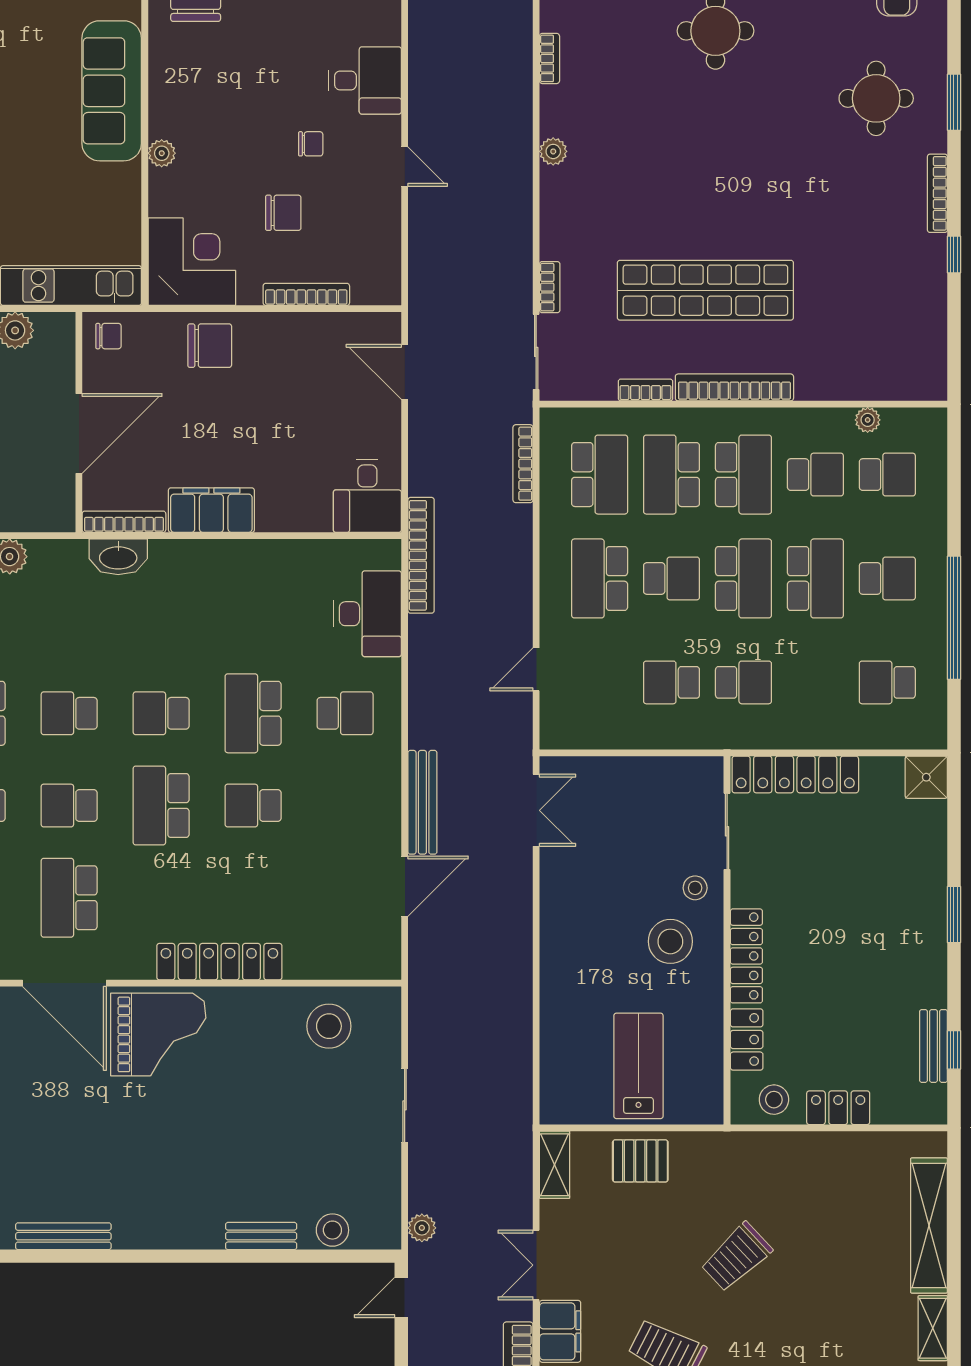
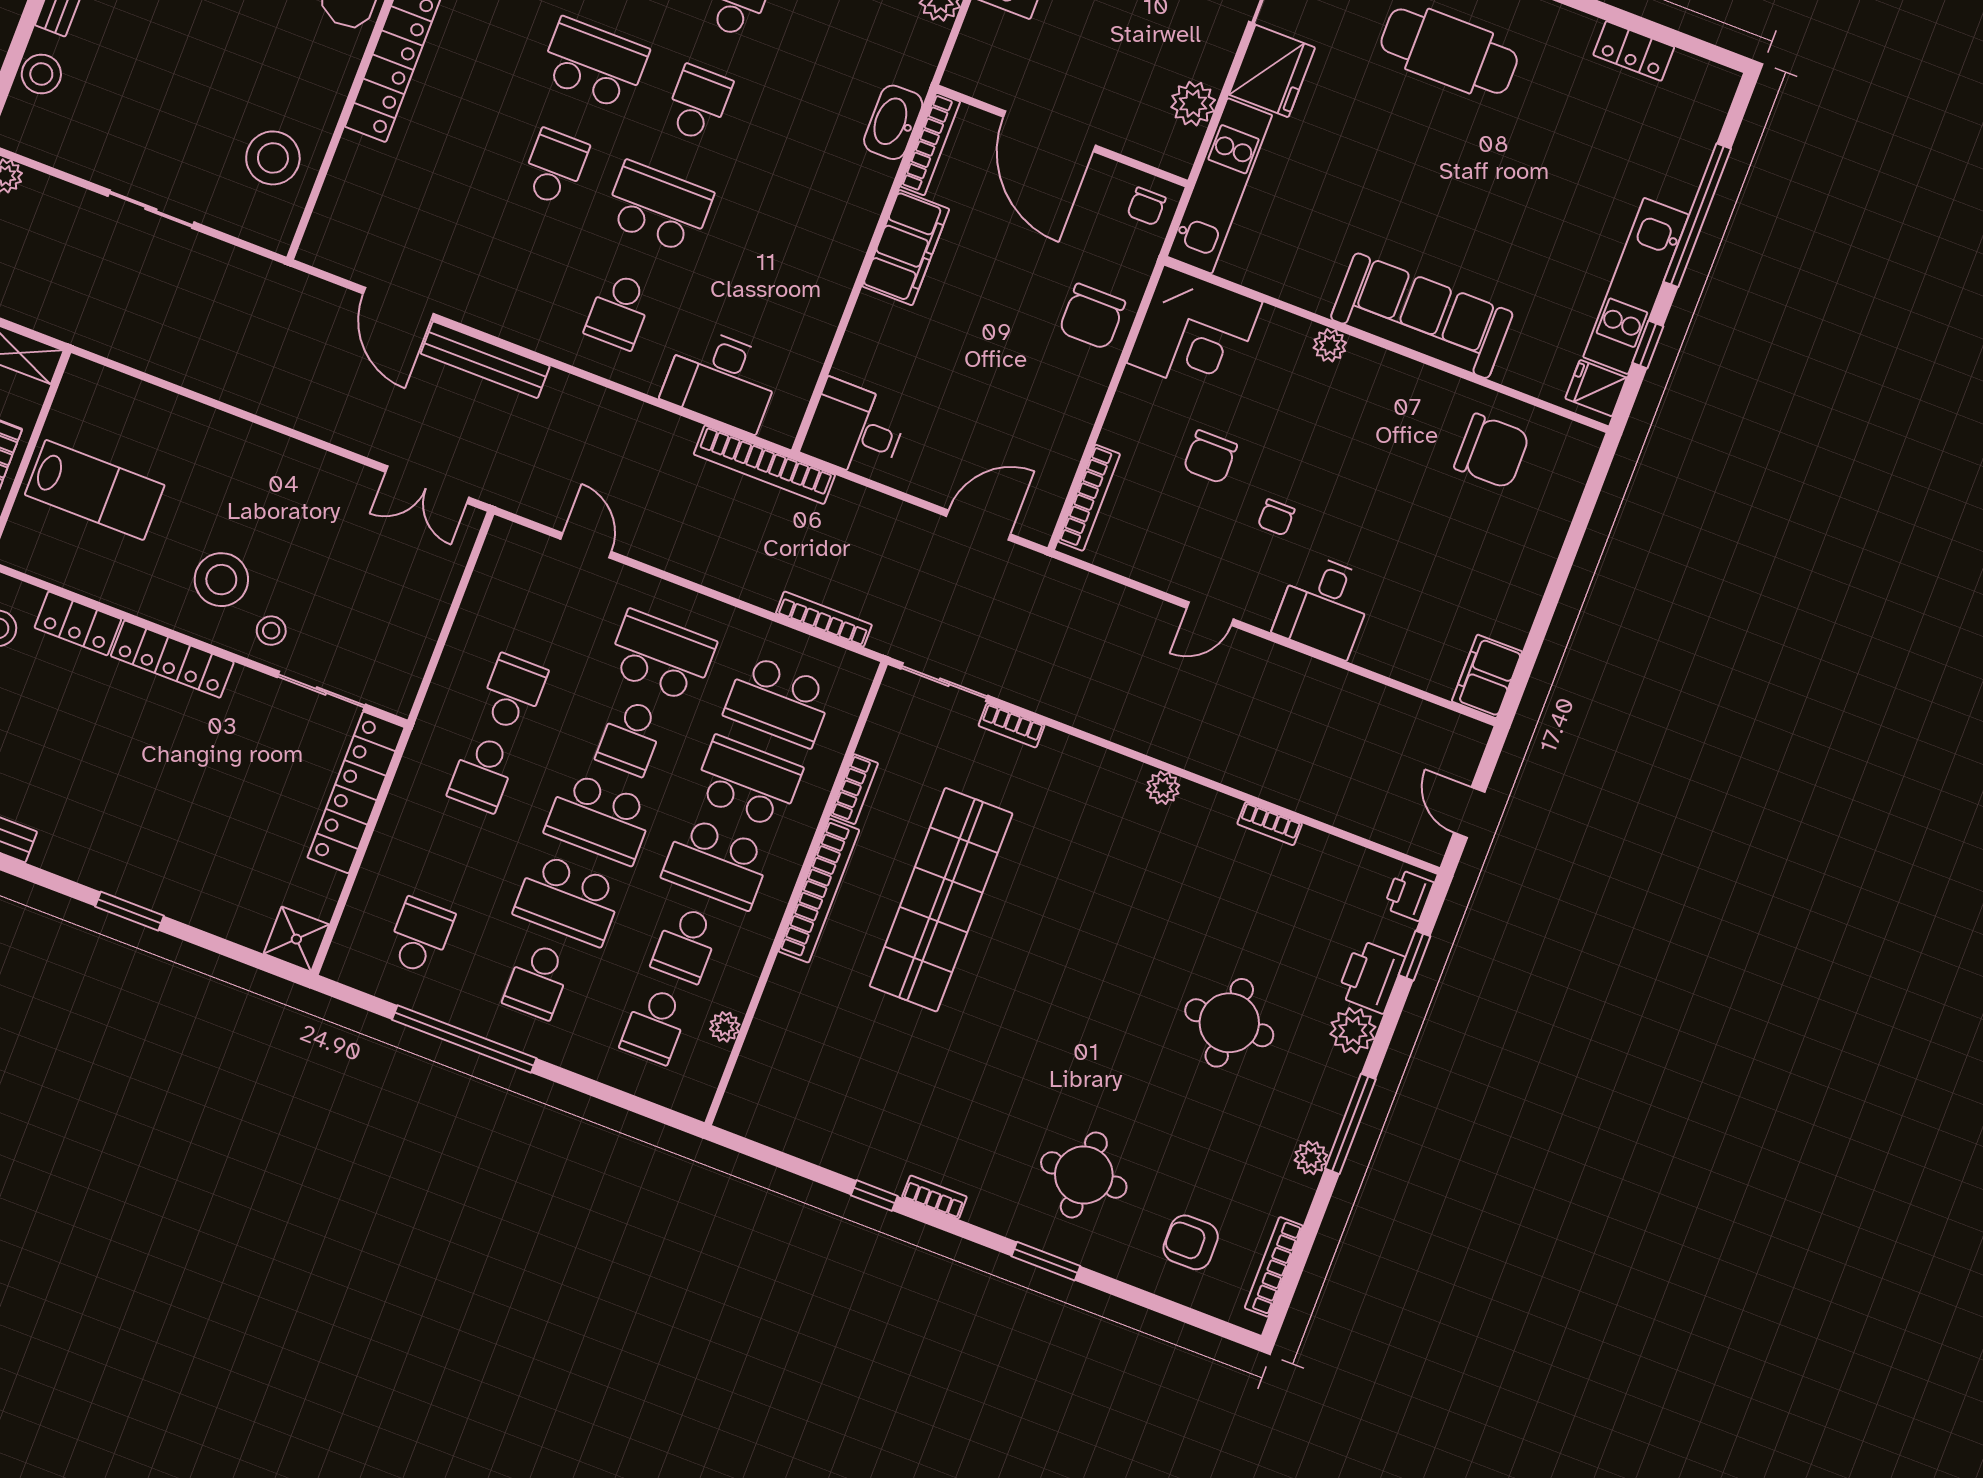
bookcase: (937, 193) -> (934, 1197), width x0.64
bookcase: (306, 294) -> (1089, 498), moved

